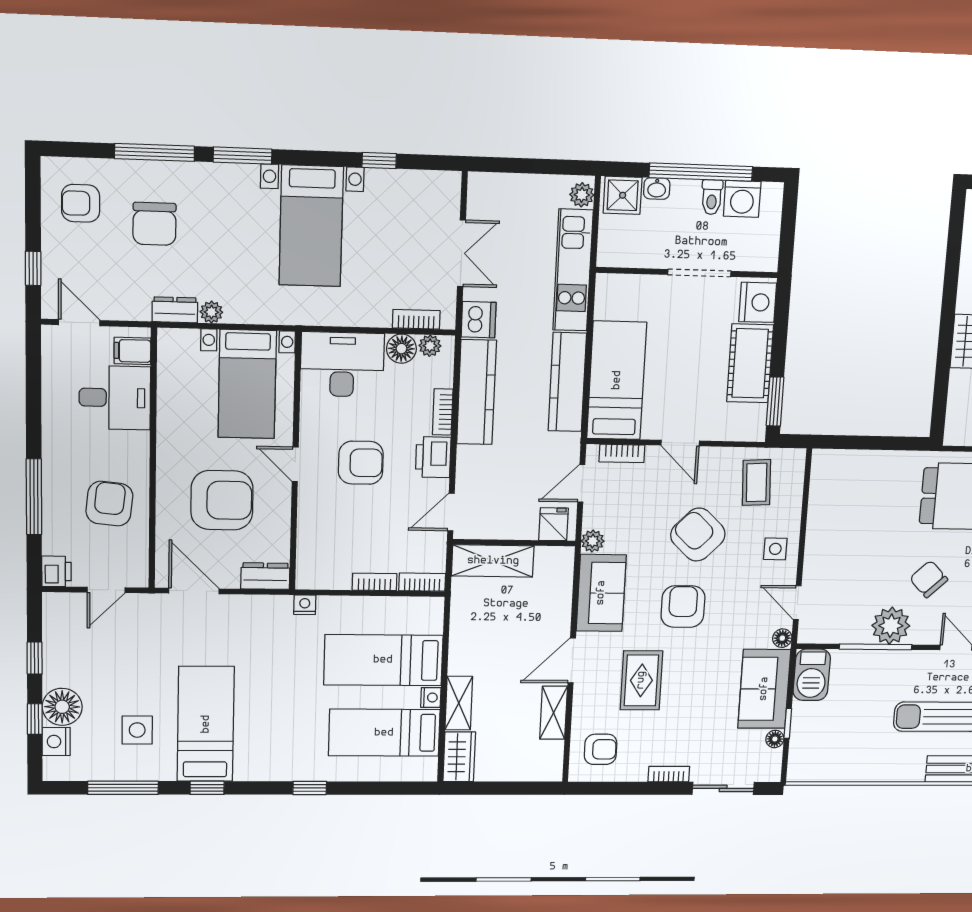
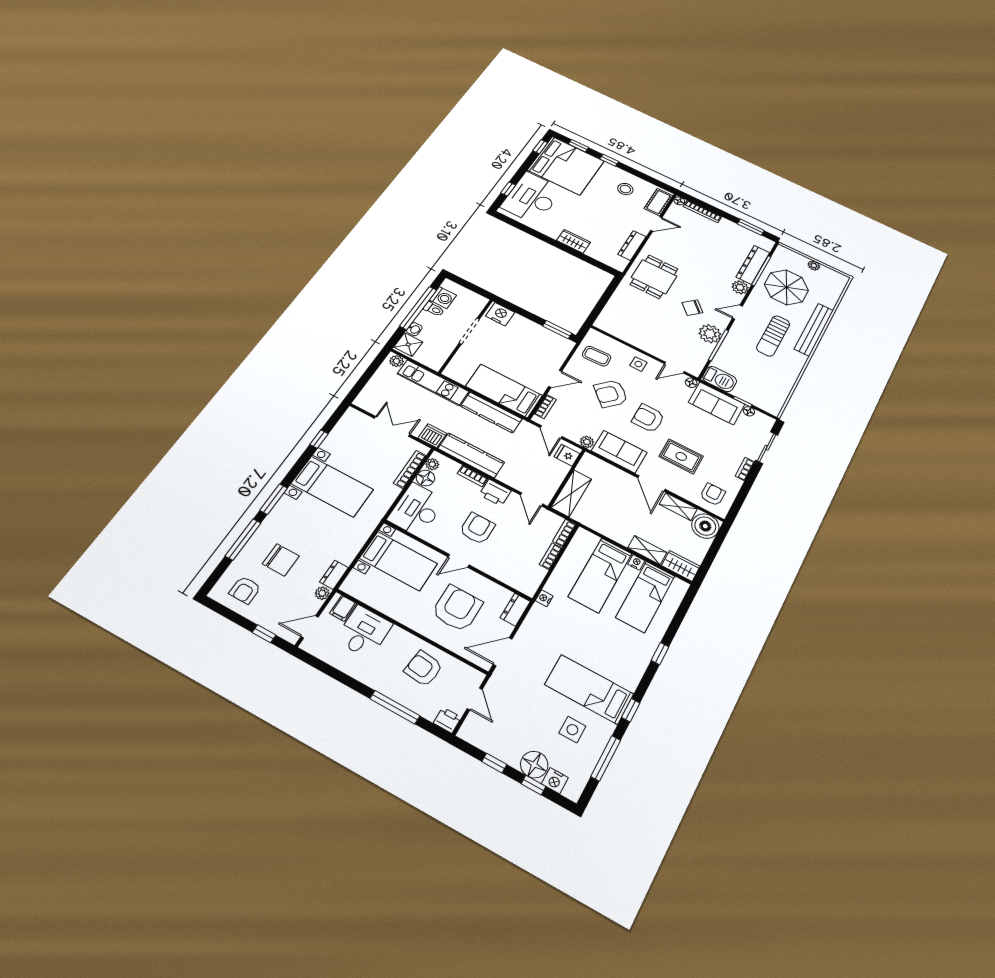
plant: (211, 312) -> (322, 593), moved
bookcase: (416, 319) -> (410, 469), width x1.56
cot: (750, 363) -> (530, 331), removed
boiler: (542, 761) -> (705, 526), added

